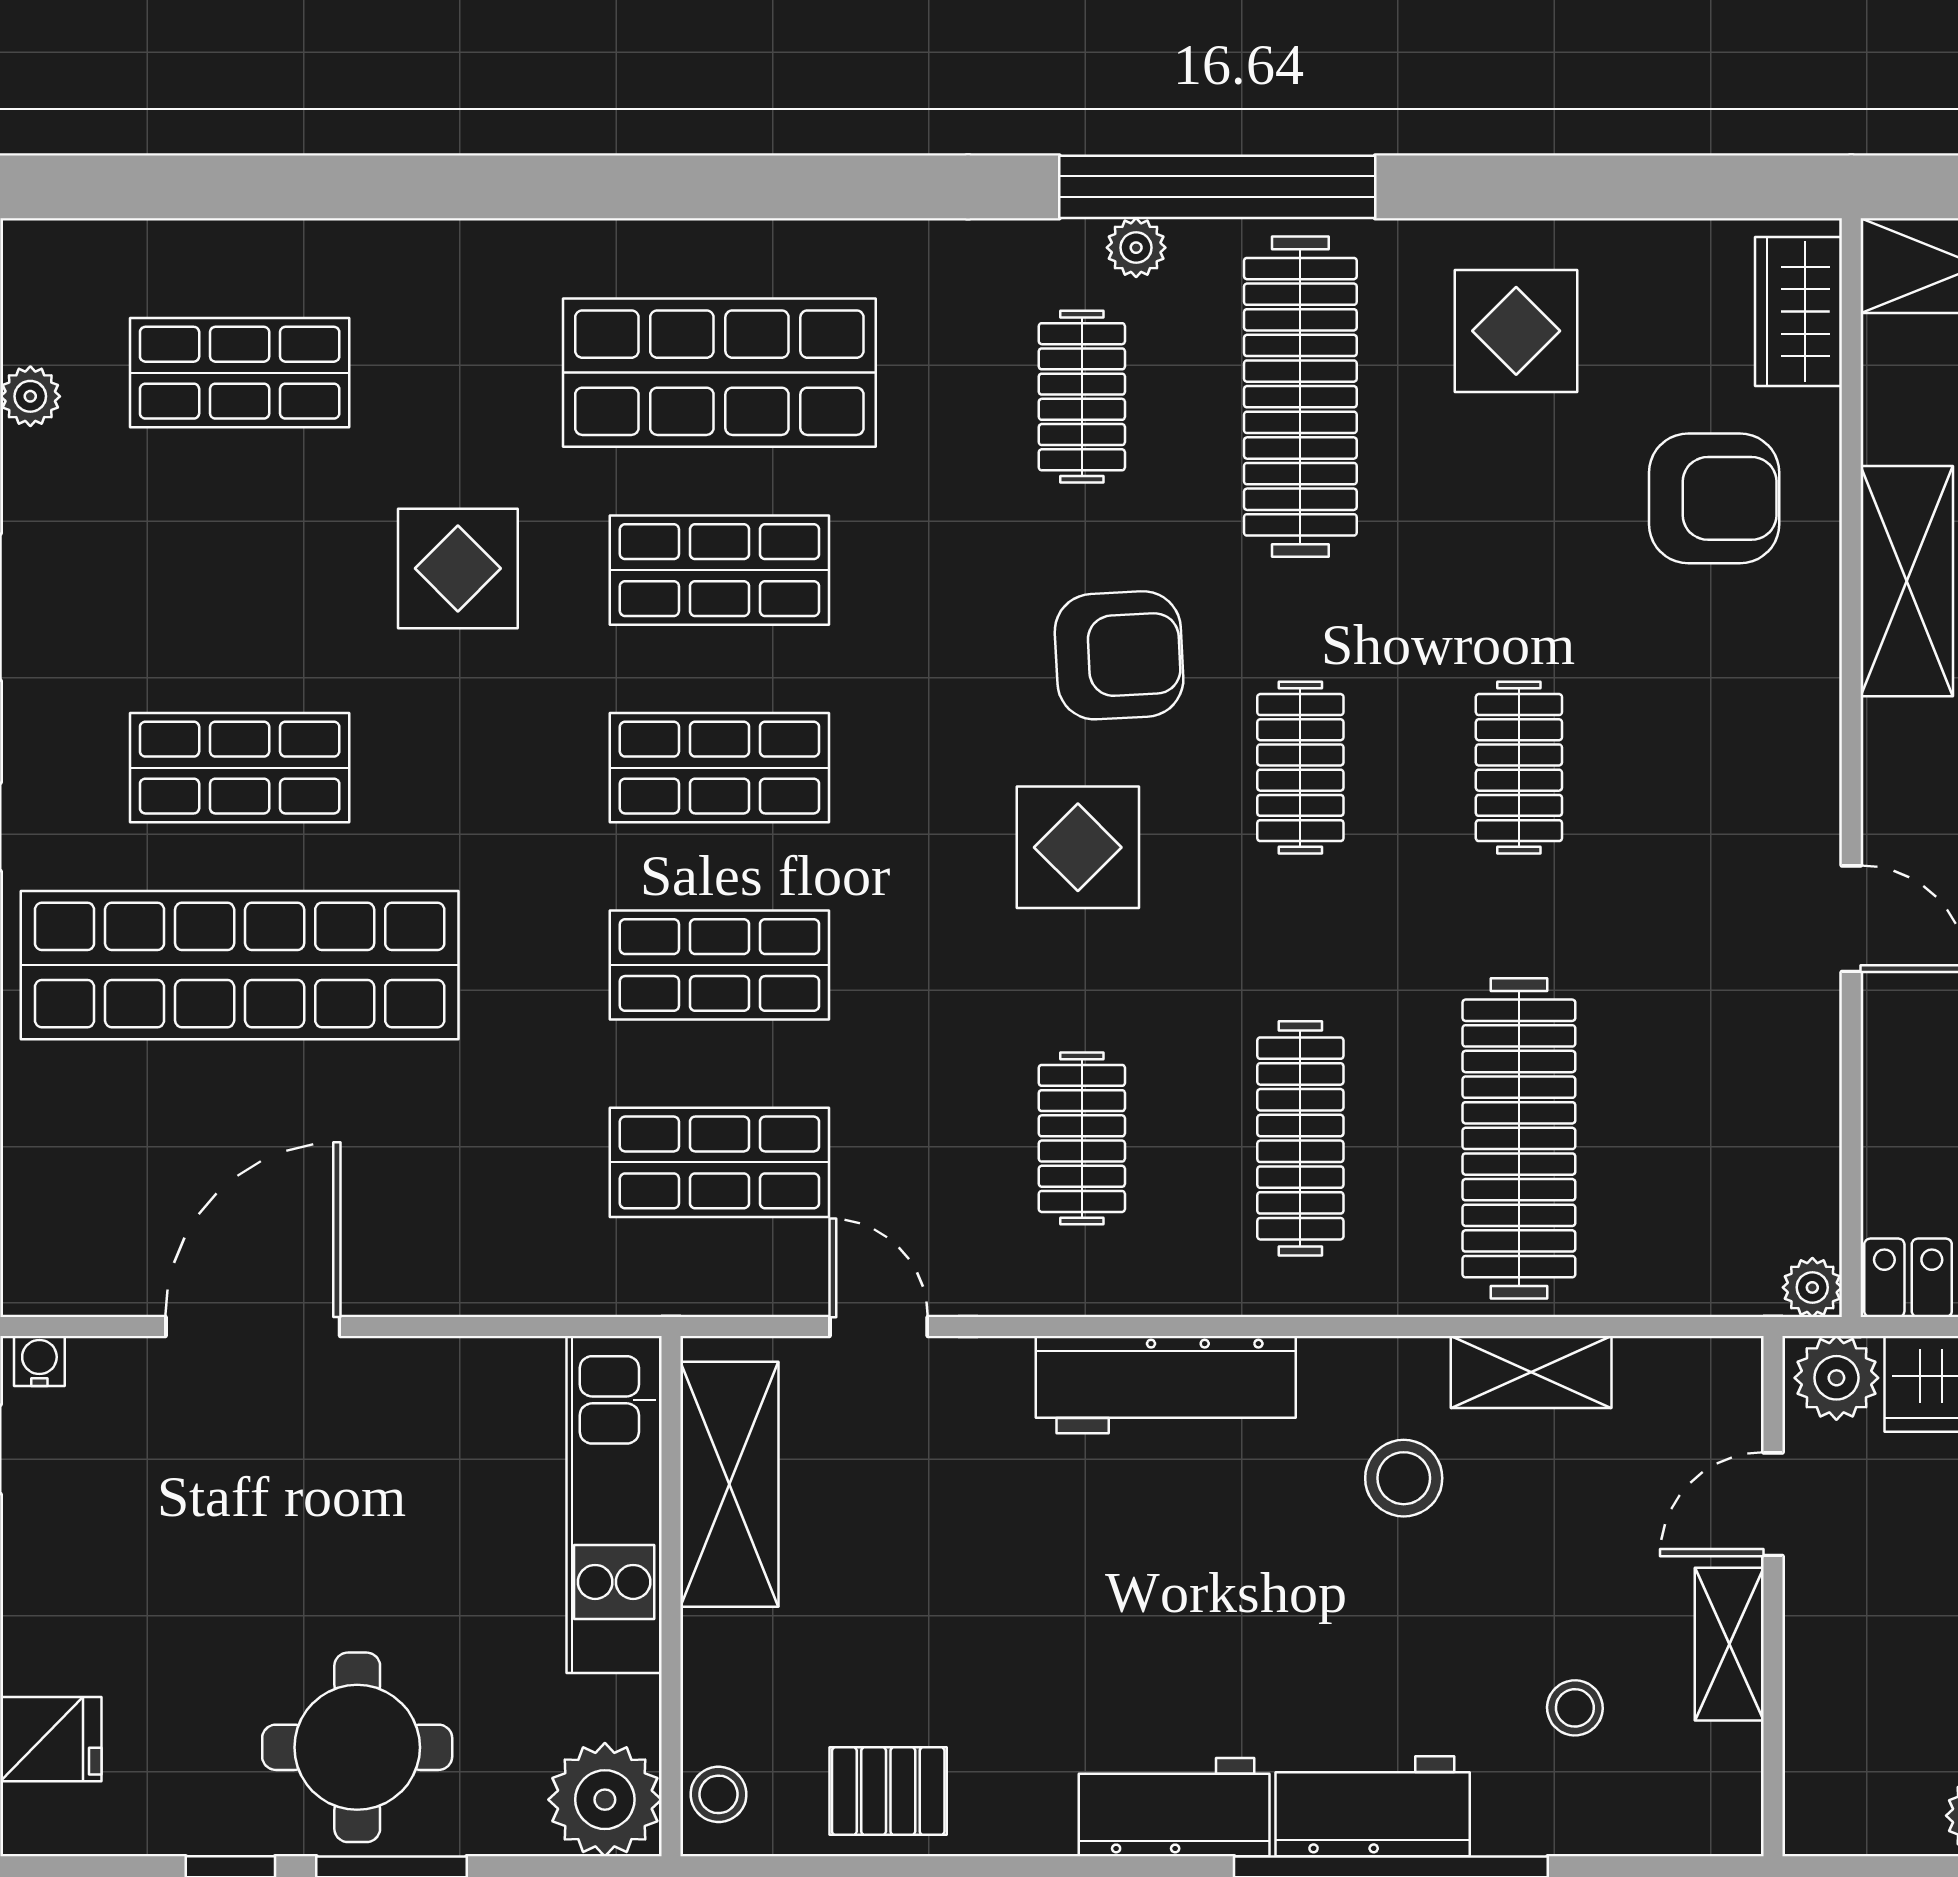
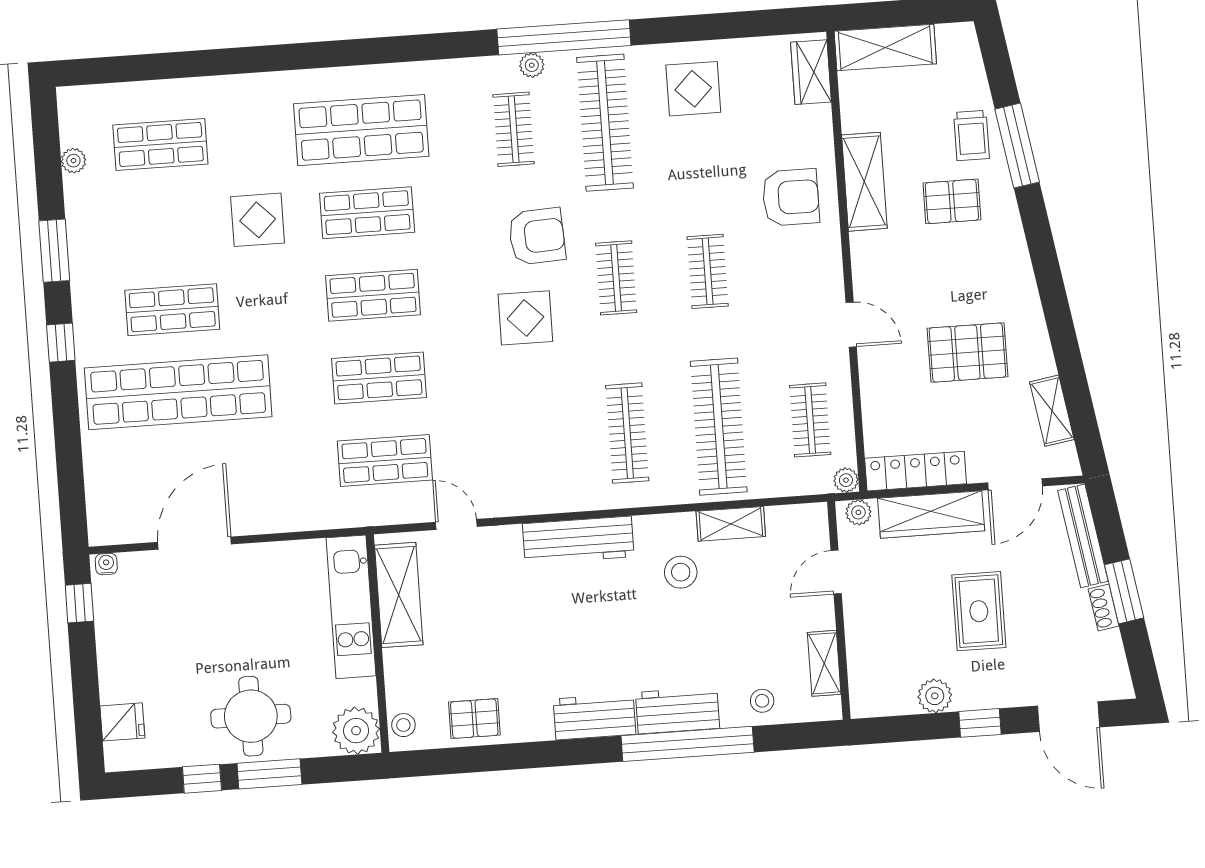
armchair: (1714, 498) -> (791, 197), moved
clothes rail: (1082, 1138) -> (810, 420), moved
plant: (1836, 1378) -> (858, 512), width x0.73, depth x0.73
shelving: (1729, 1644) -> (824, 663), moved
stool: (1575, 1708) -> (762, 701), moved

